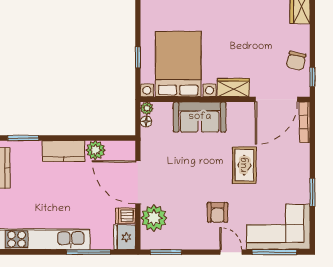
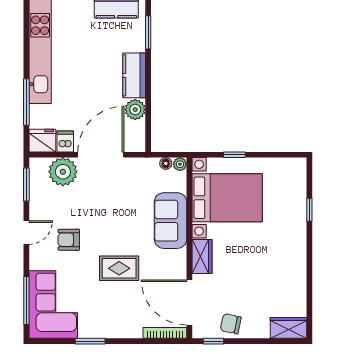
door: (231, 252) -> (26, 233), moved

